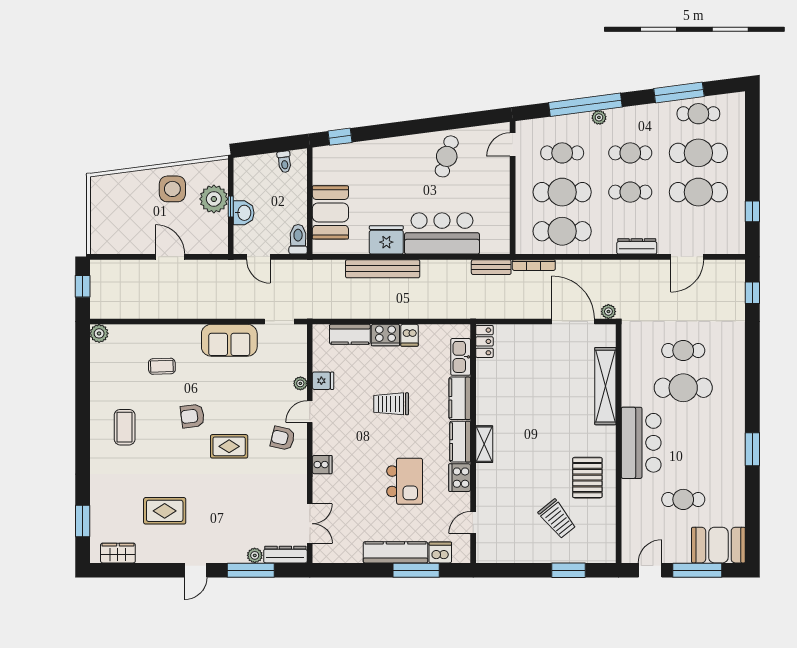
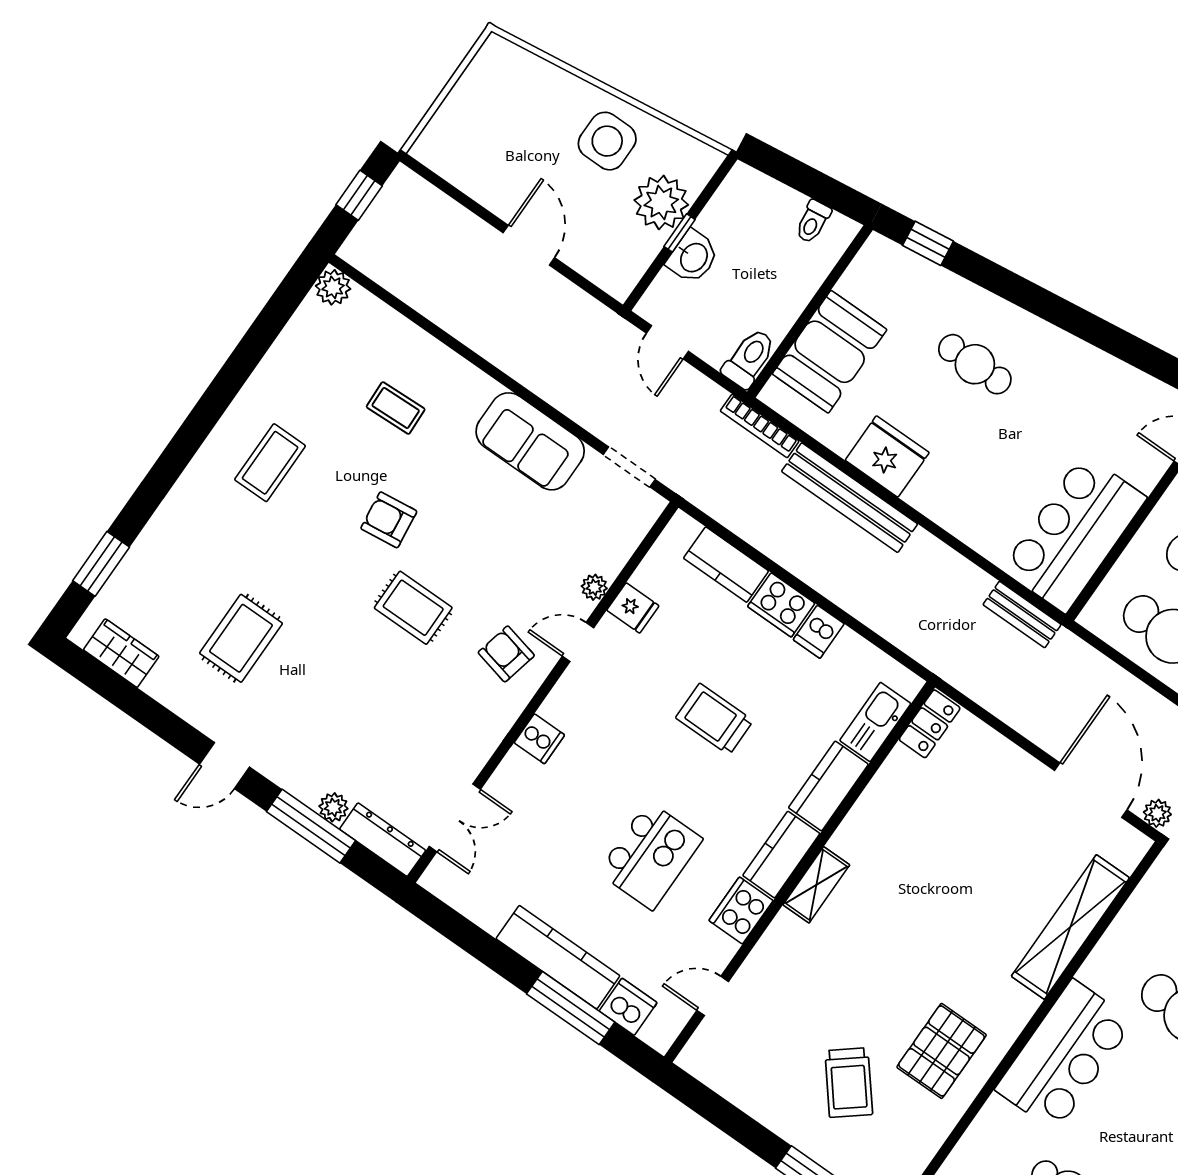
cafe table: (447, 156) -> (975, 364), moved, turned 73
bar counter: (442, 233) -> (1074, 533), moved, turned -90
bookcase: (534, 265) -> (760, 426), moved
rug: (165, 511) -> (241, 638), turned 90

